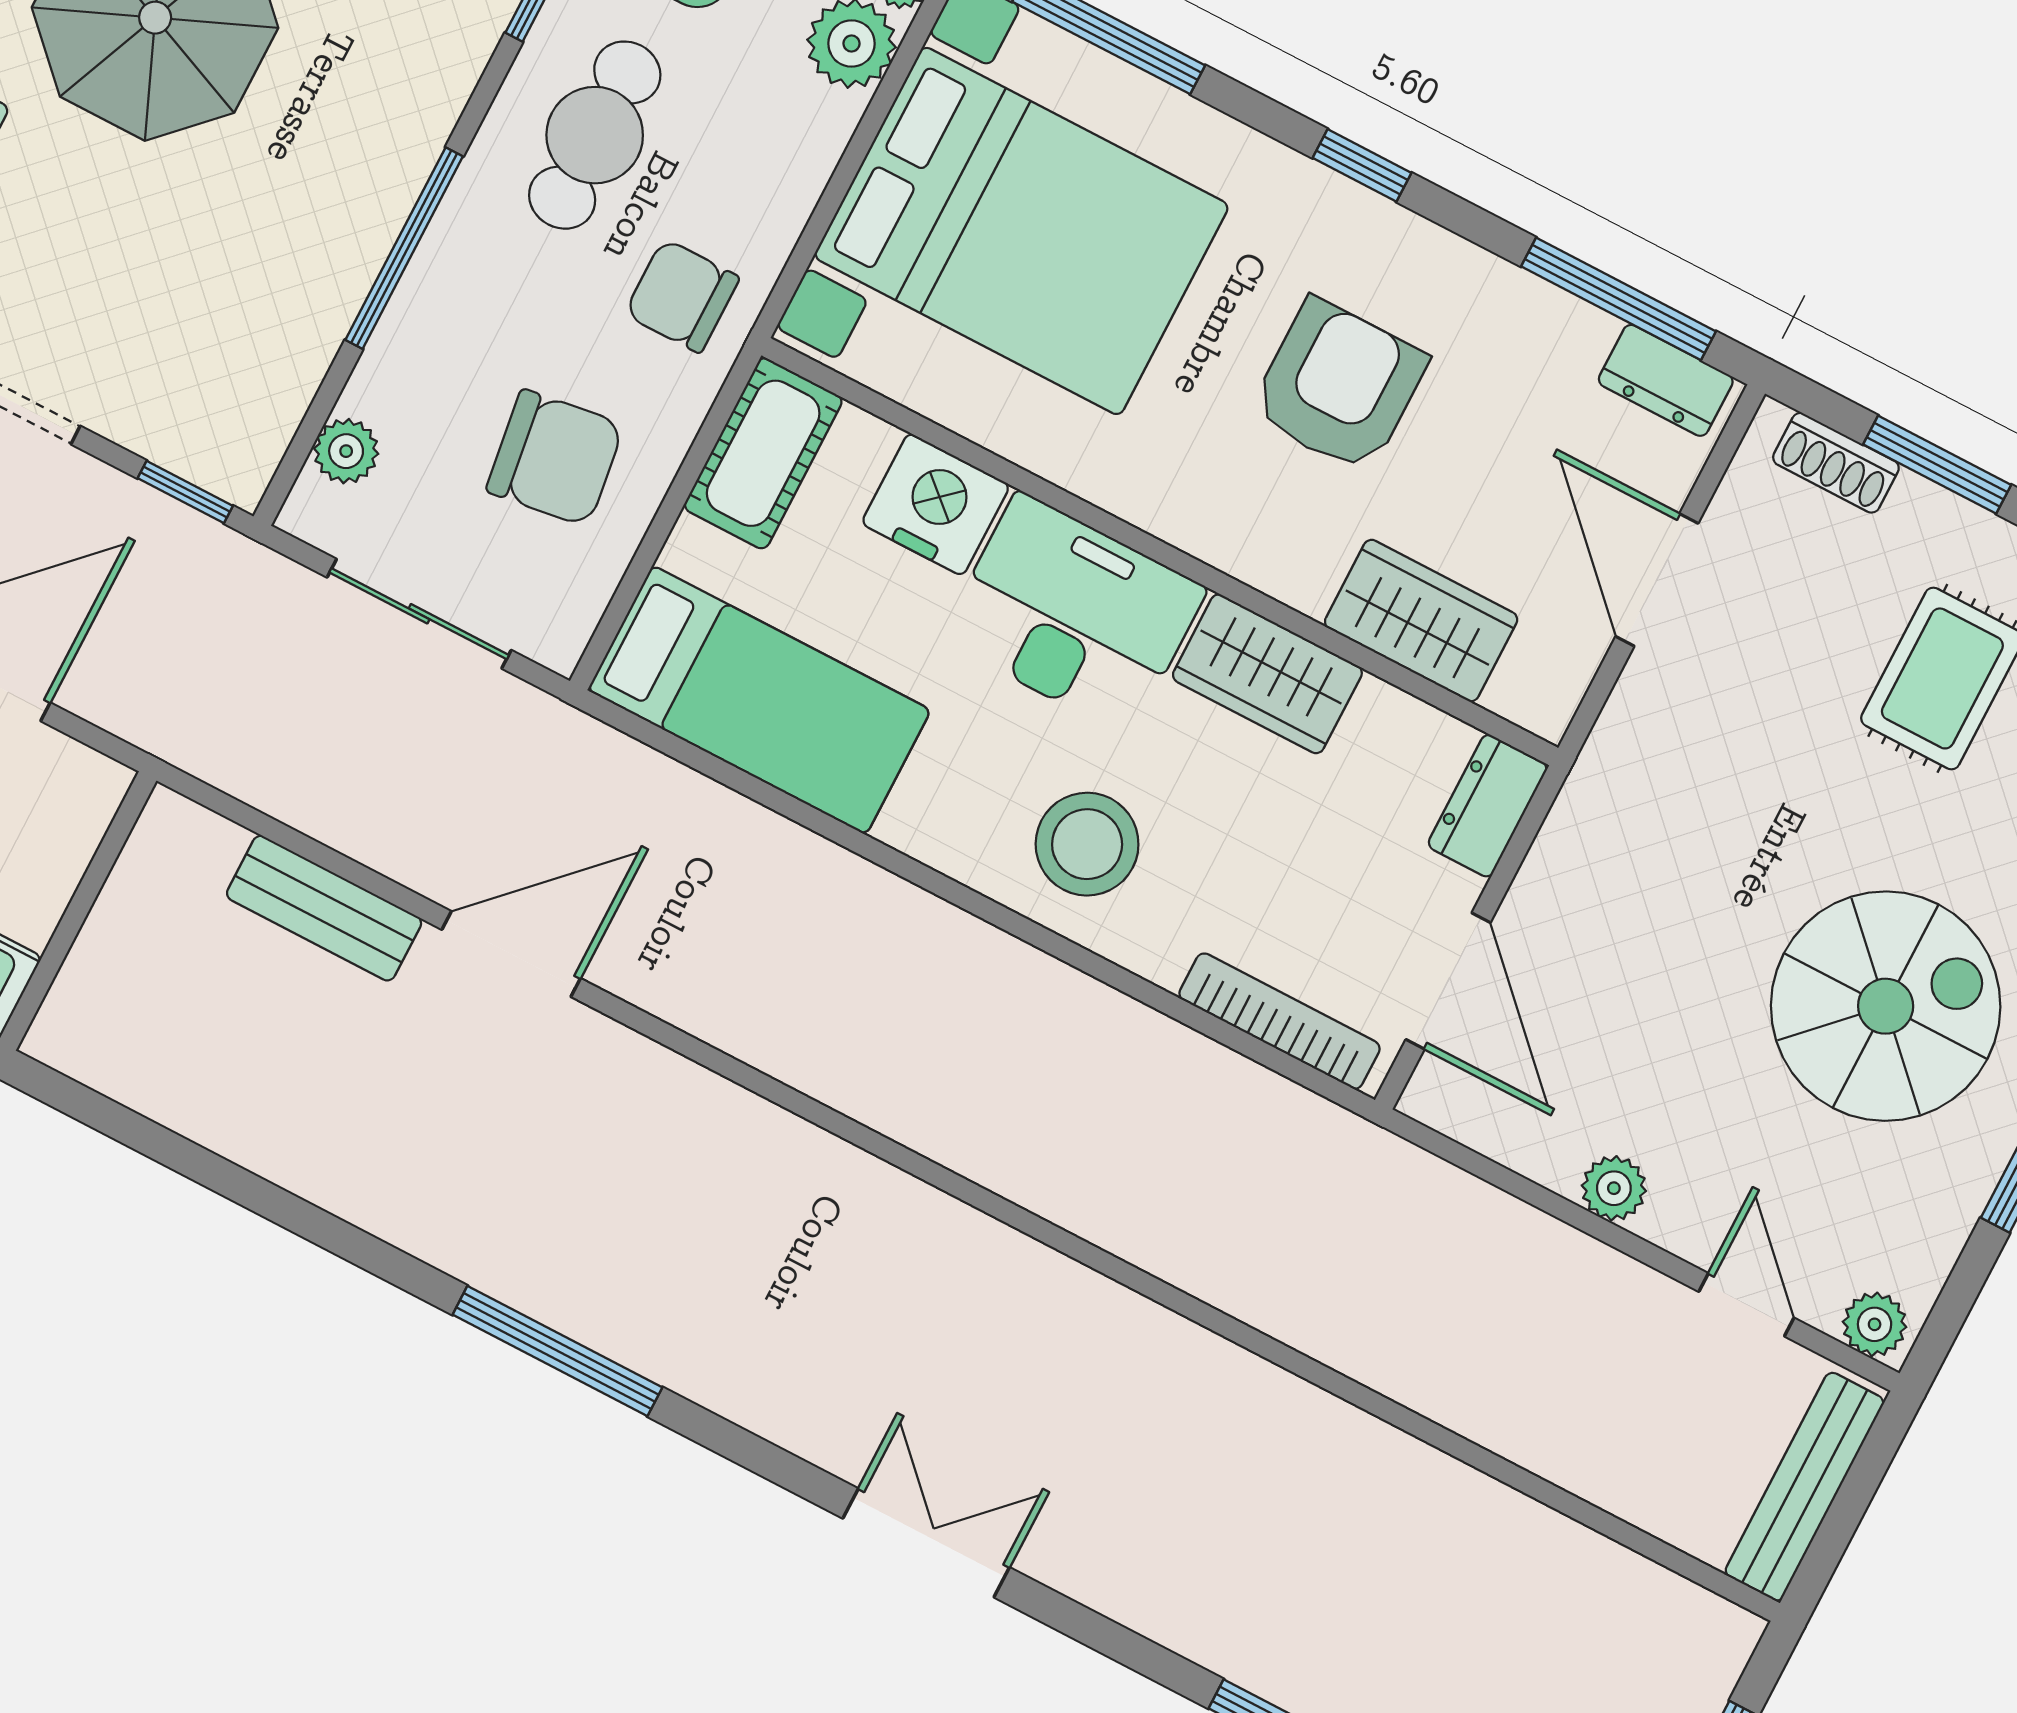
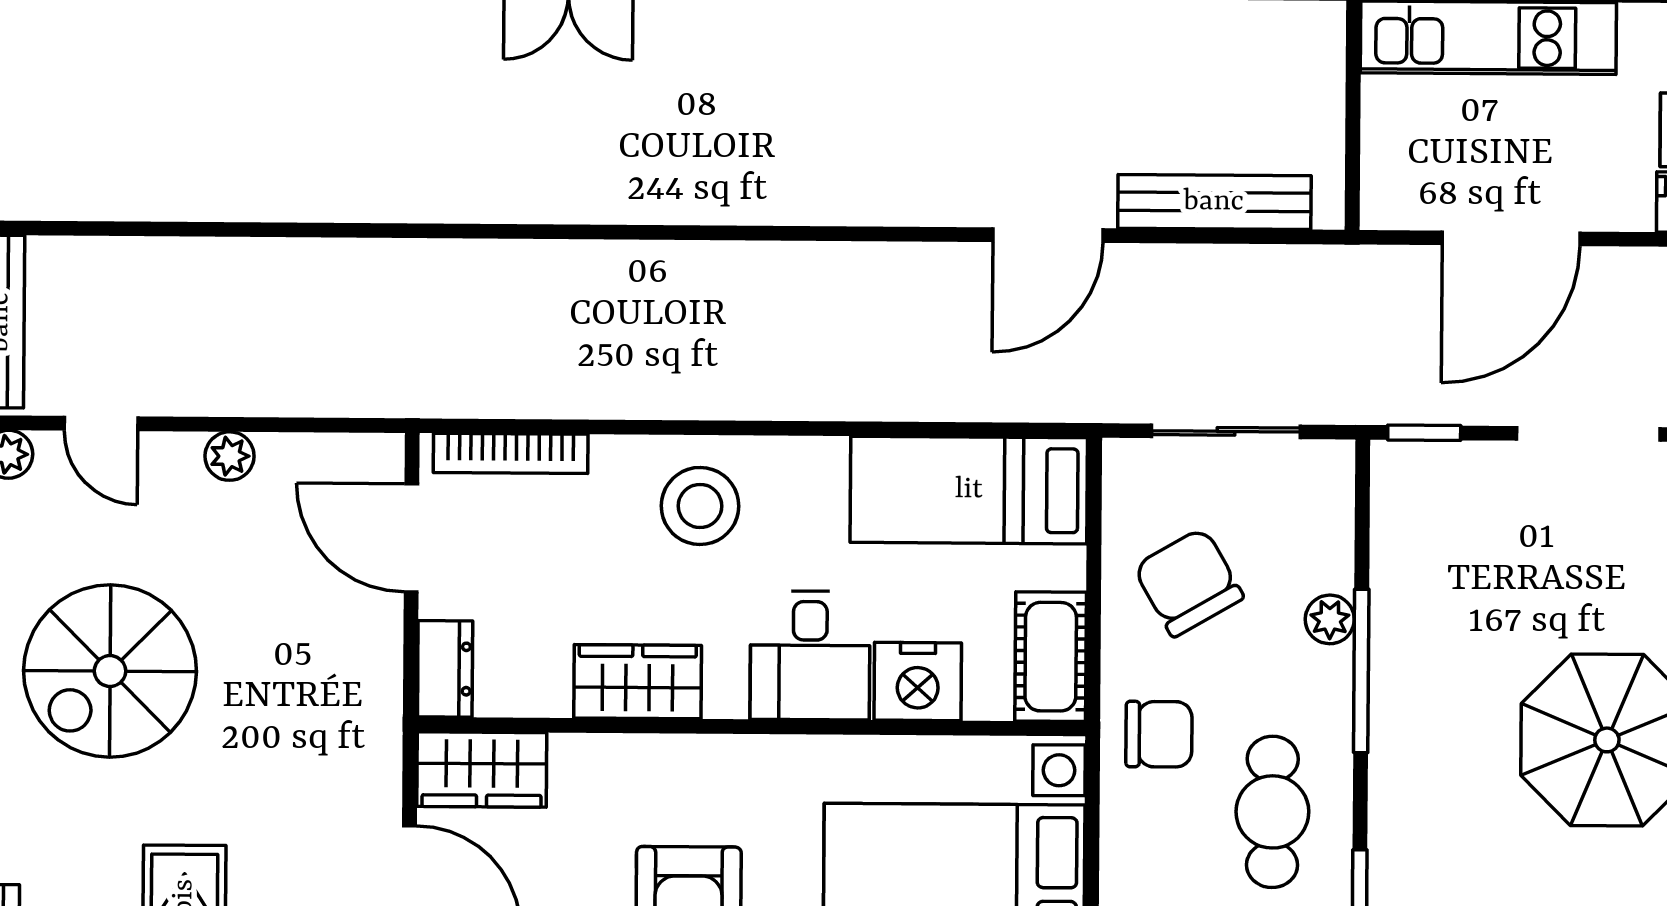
plant: (346, 451) -> (1330, 619), moved
chair: (555, 458) -> (1188, 582), turned 68
desk: (1074, 614) -> (810, 655), width x0.73
wardrobe: (1421, 621) -> (482, 769), moved
bench: (324, 908) -> (1214, 202), width x1.36

